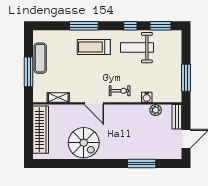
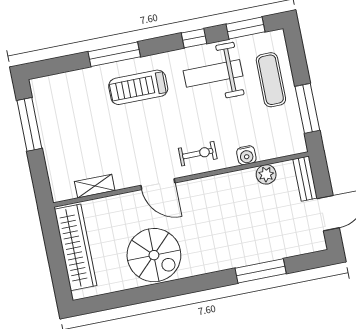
exercise mat: (40, 58) -> (271, 80), moved
window: (29, 72) -> (29, 124), moved

